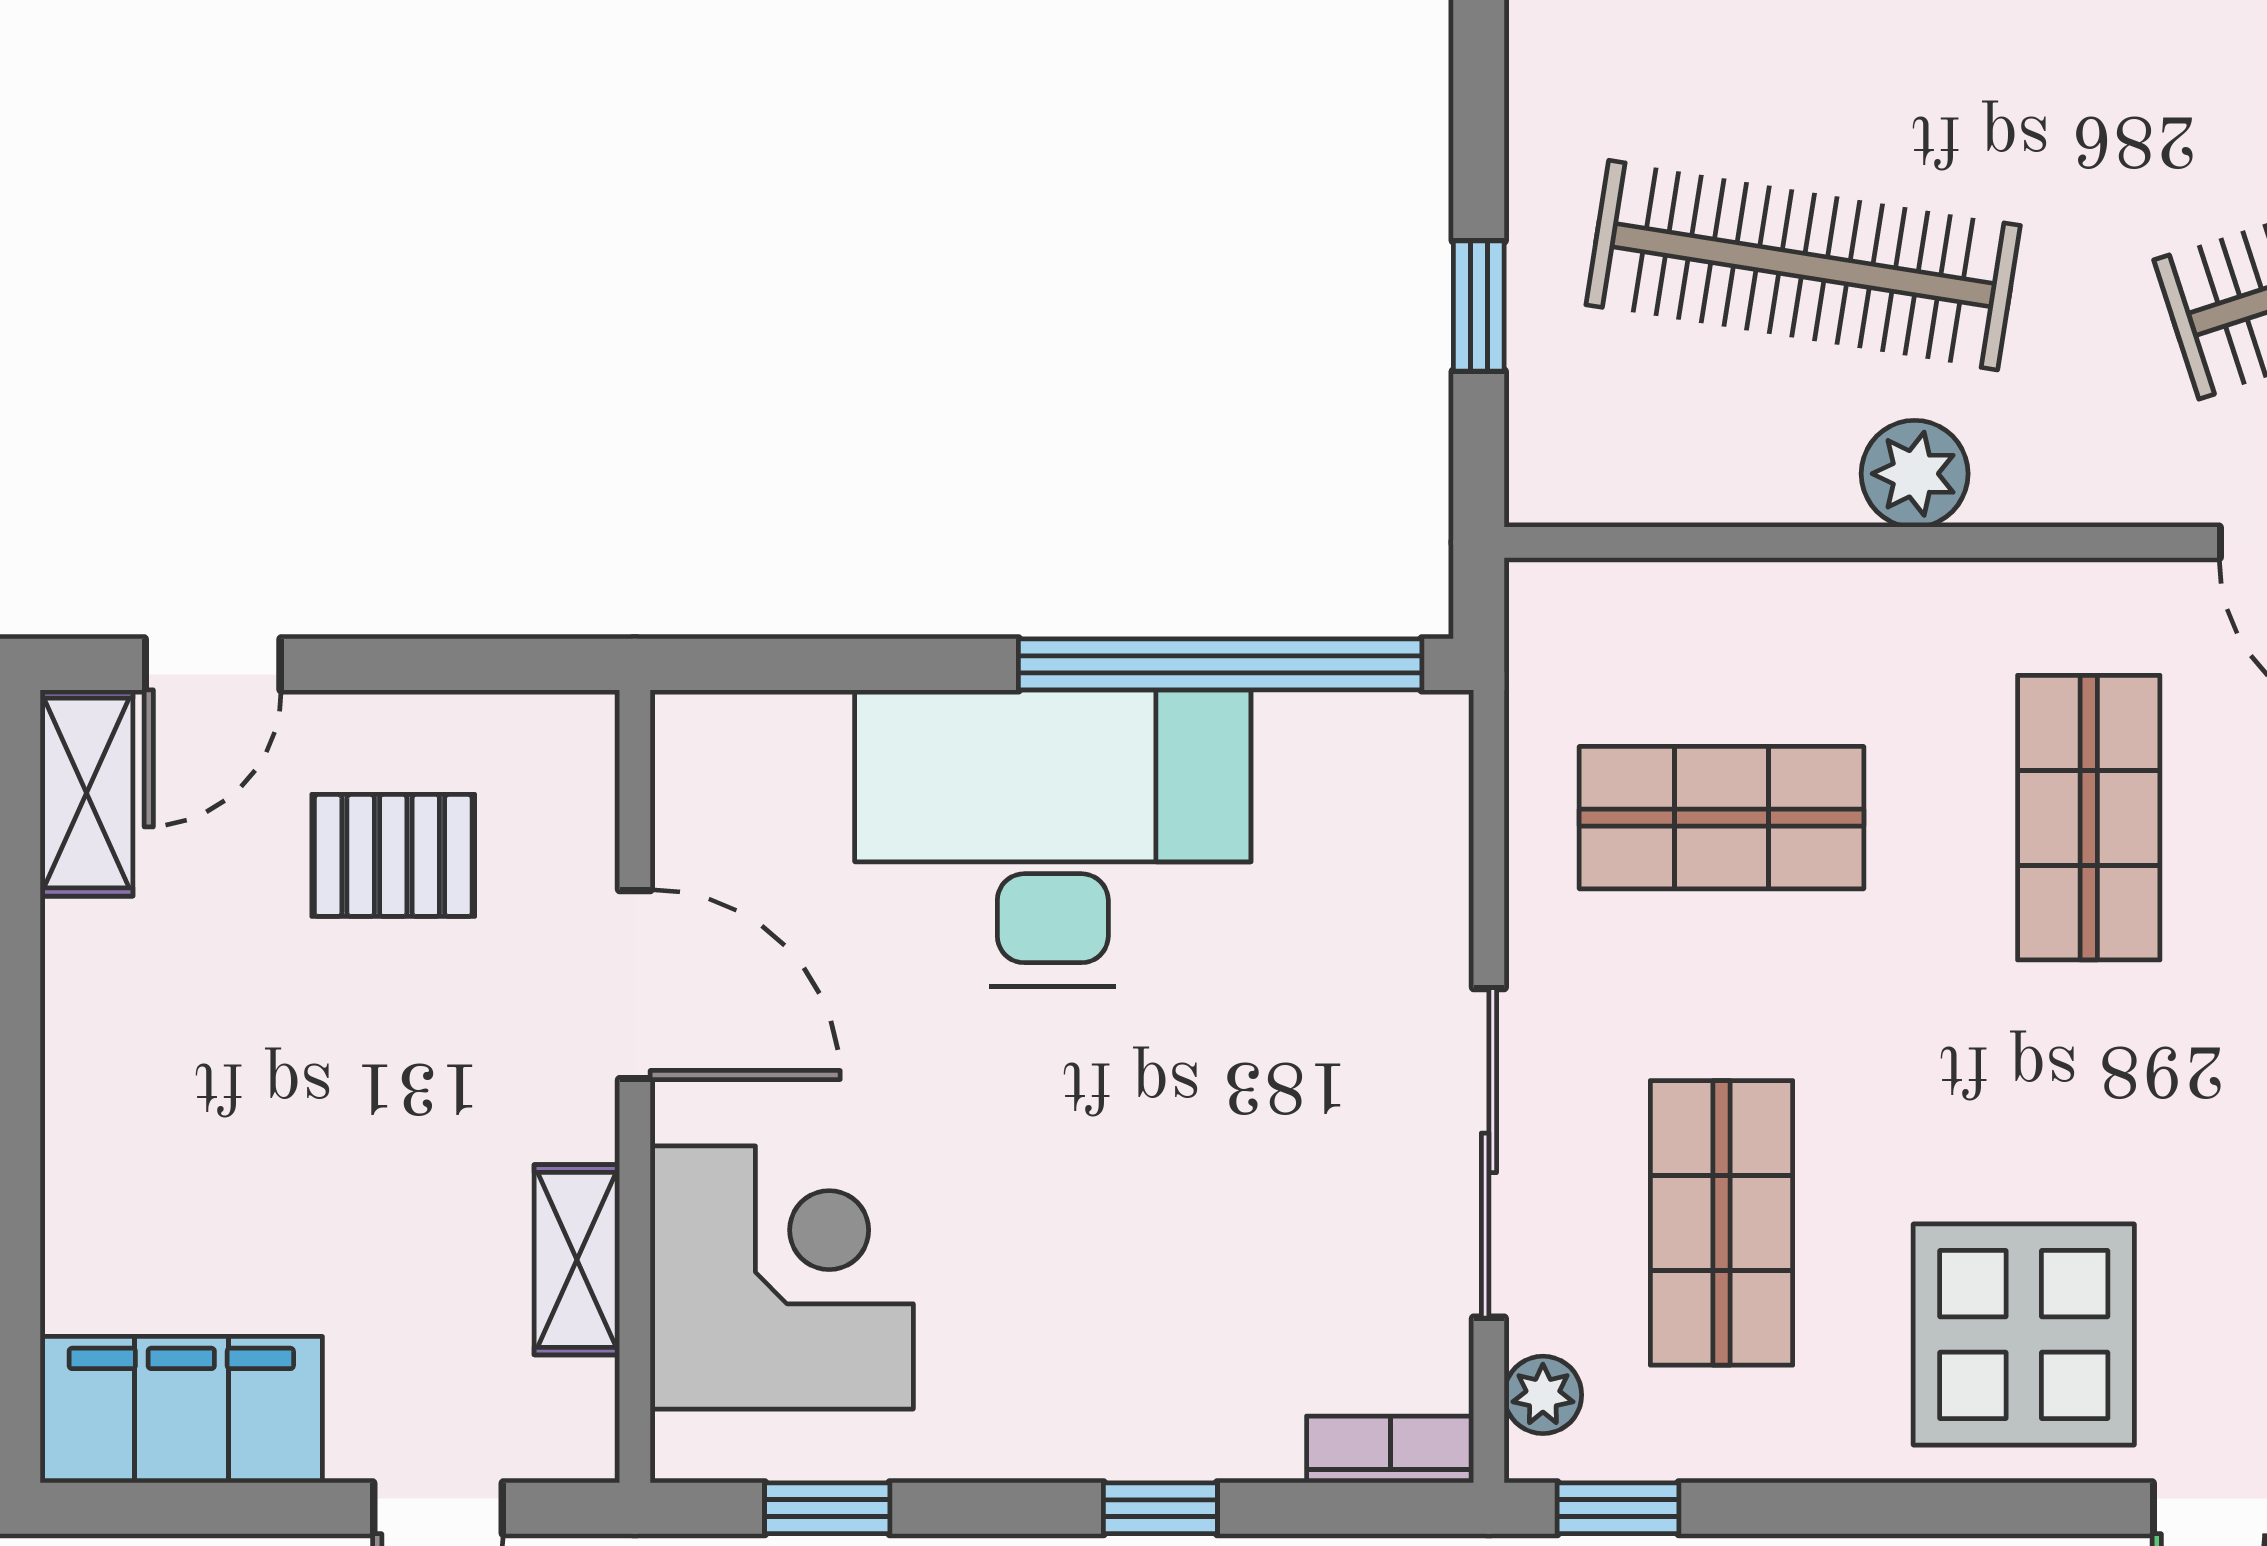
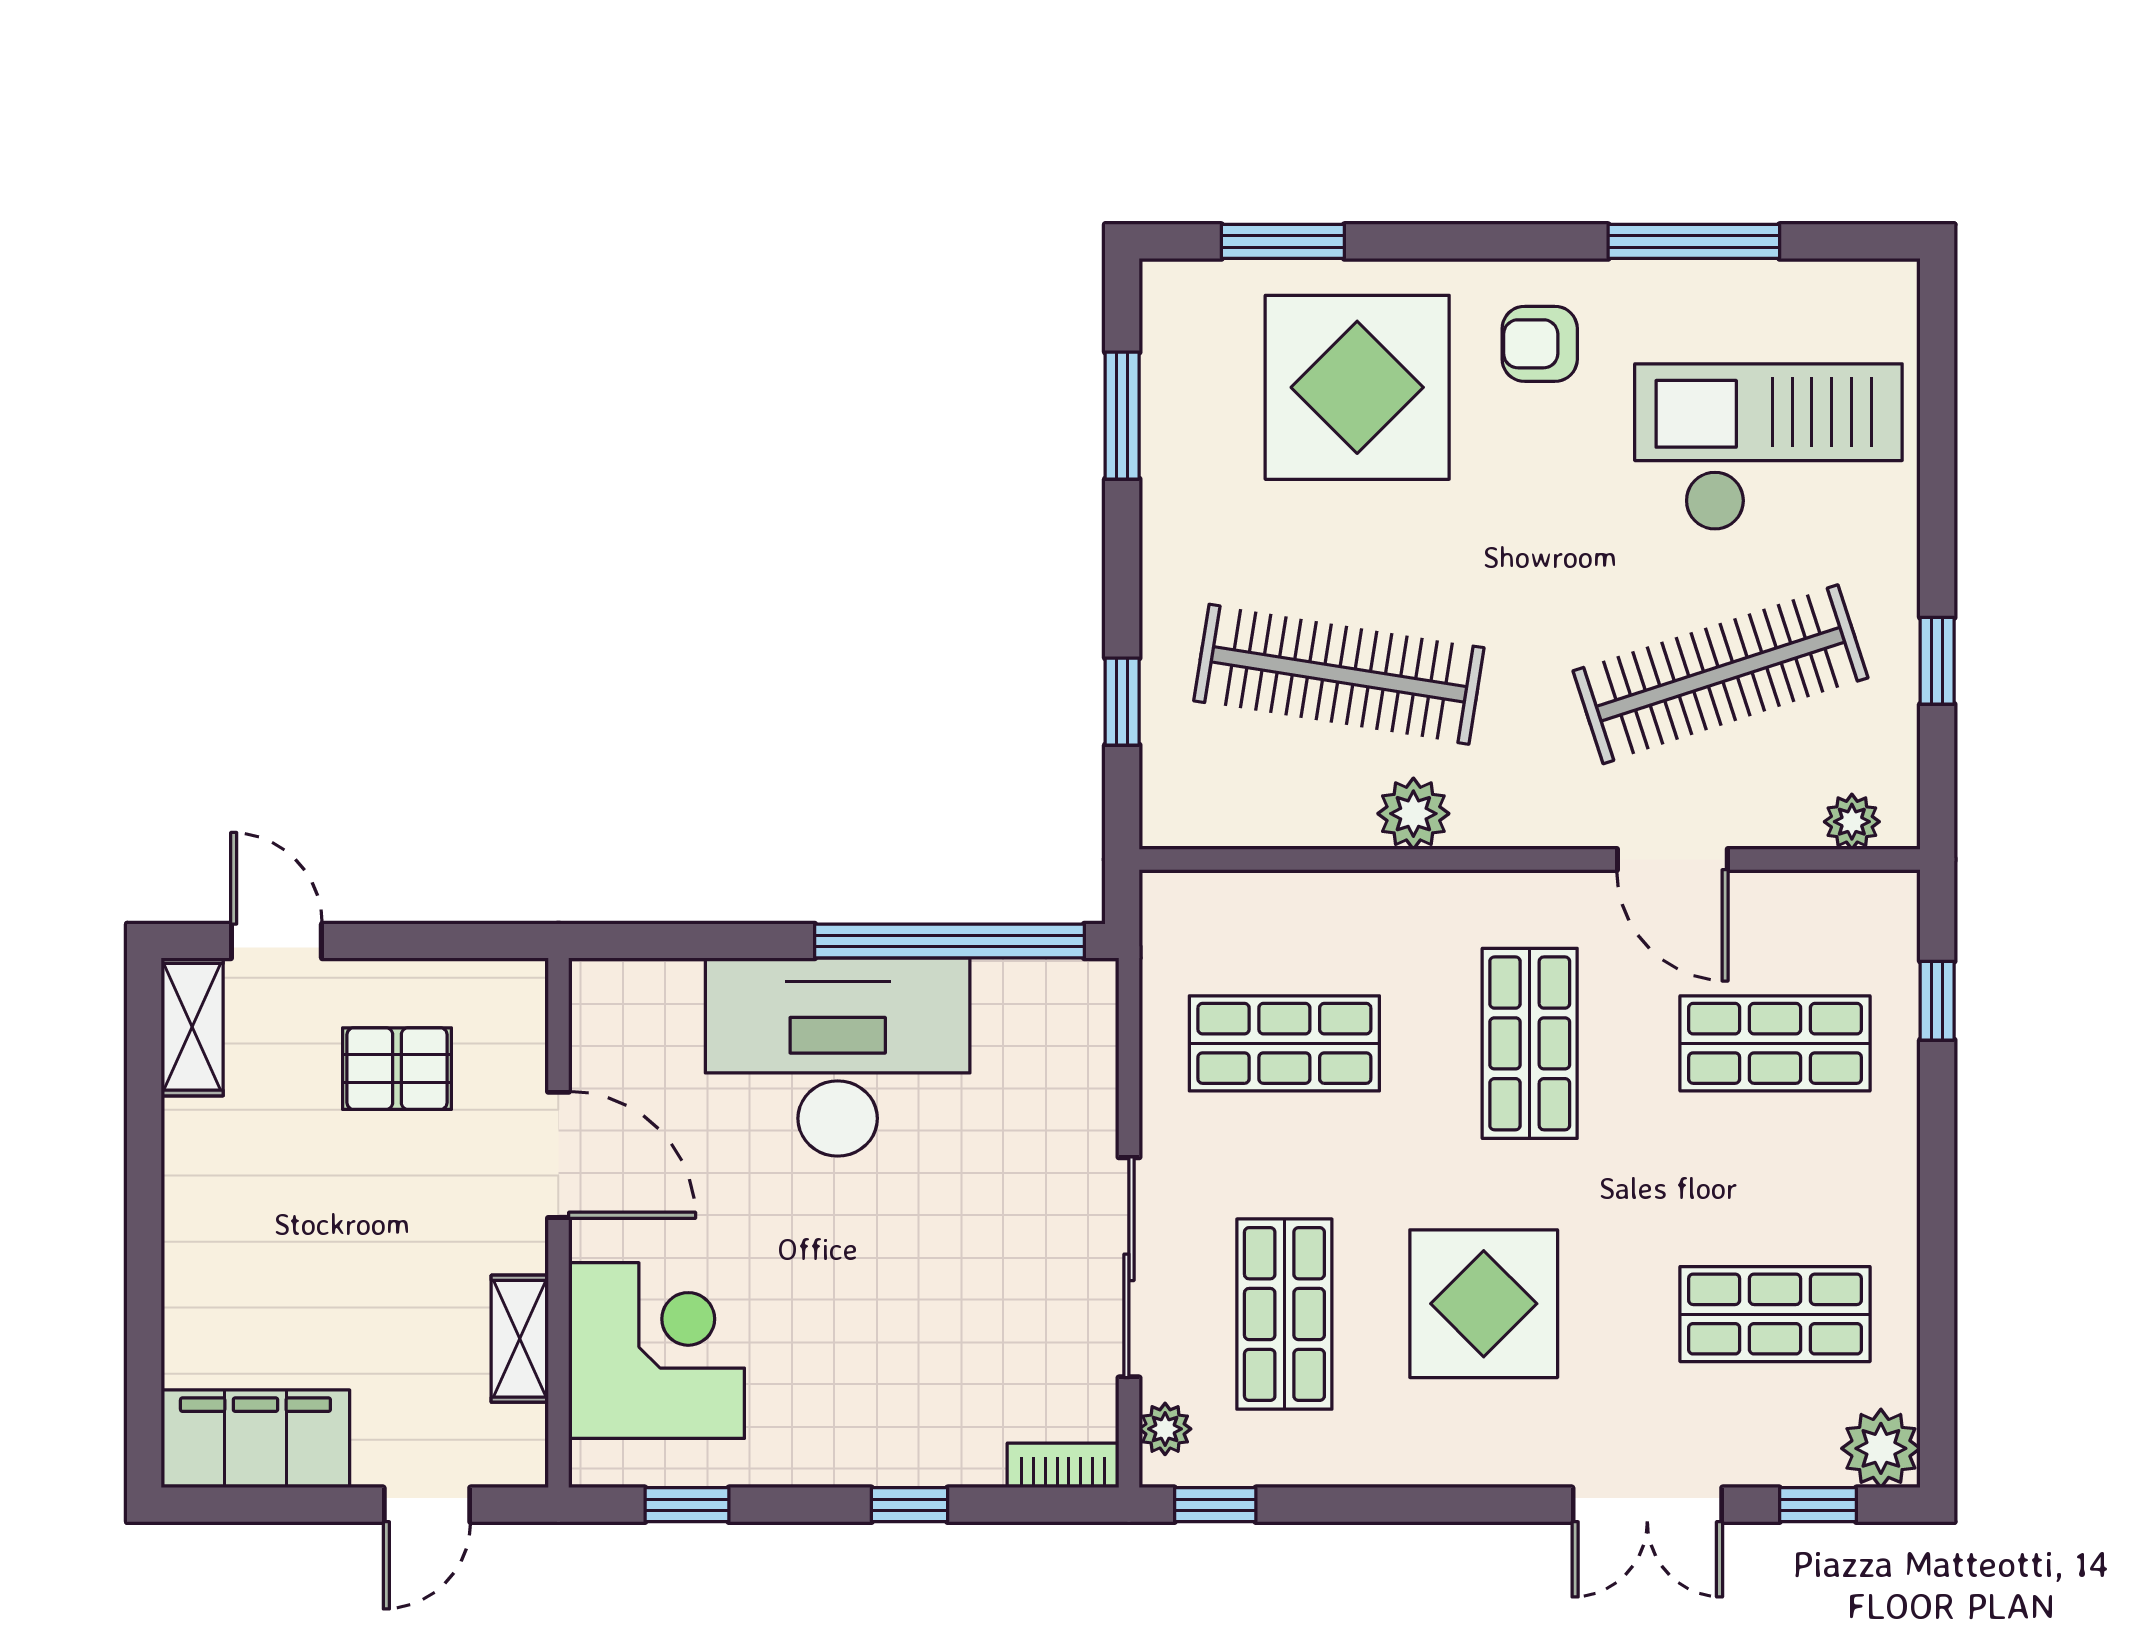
door: (213, 664) -> (276, 941), swing flipped
display table: (2024, 1335) -> (1484, 1304), moved

